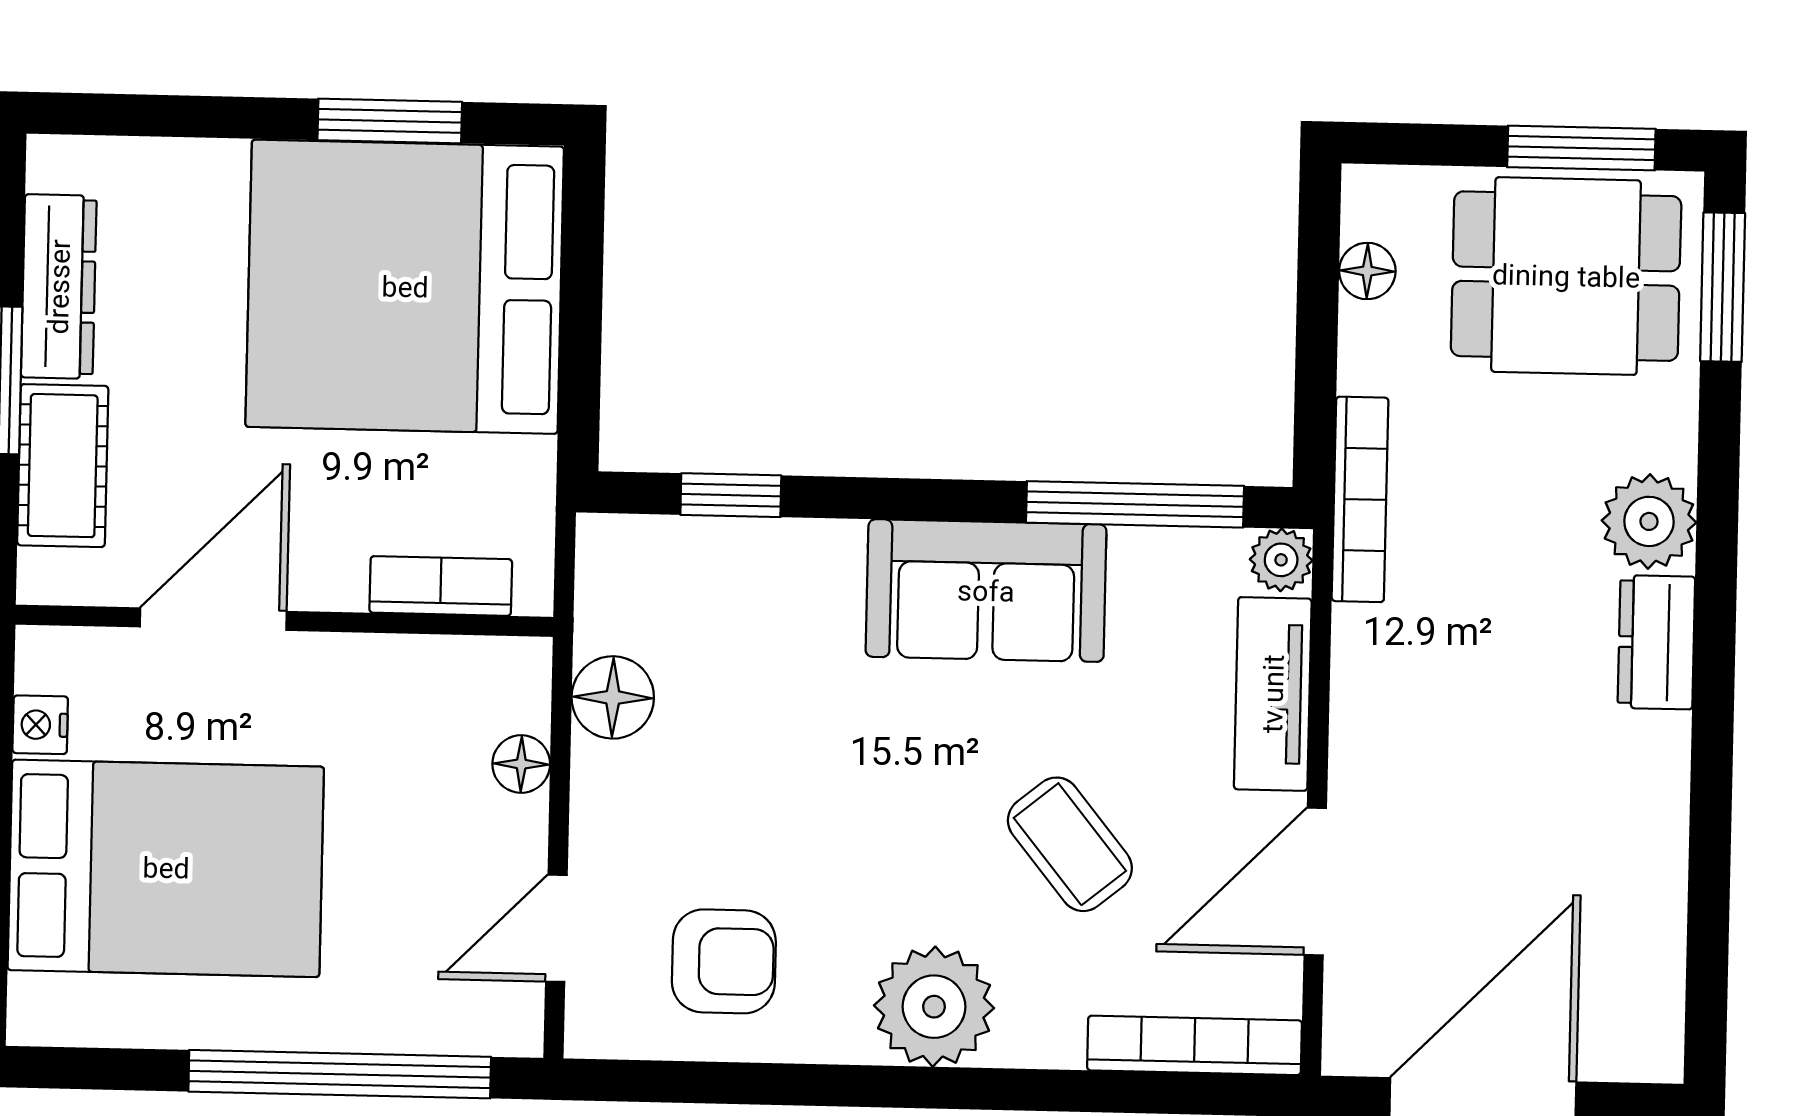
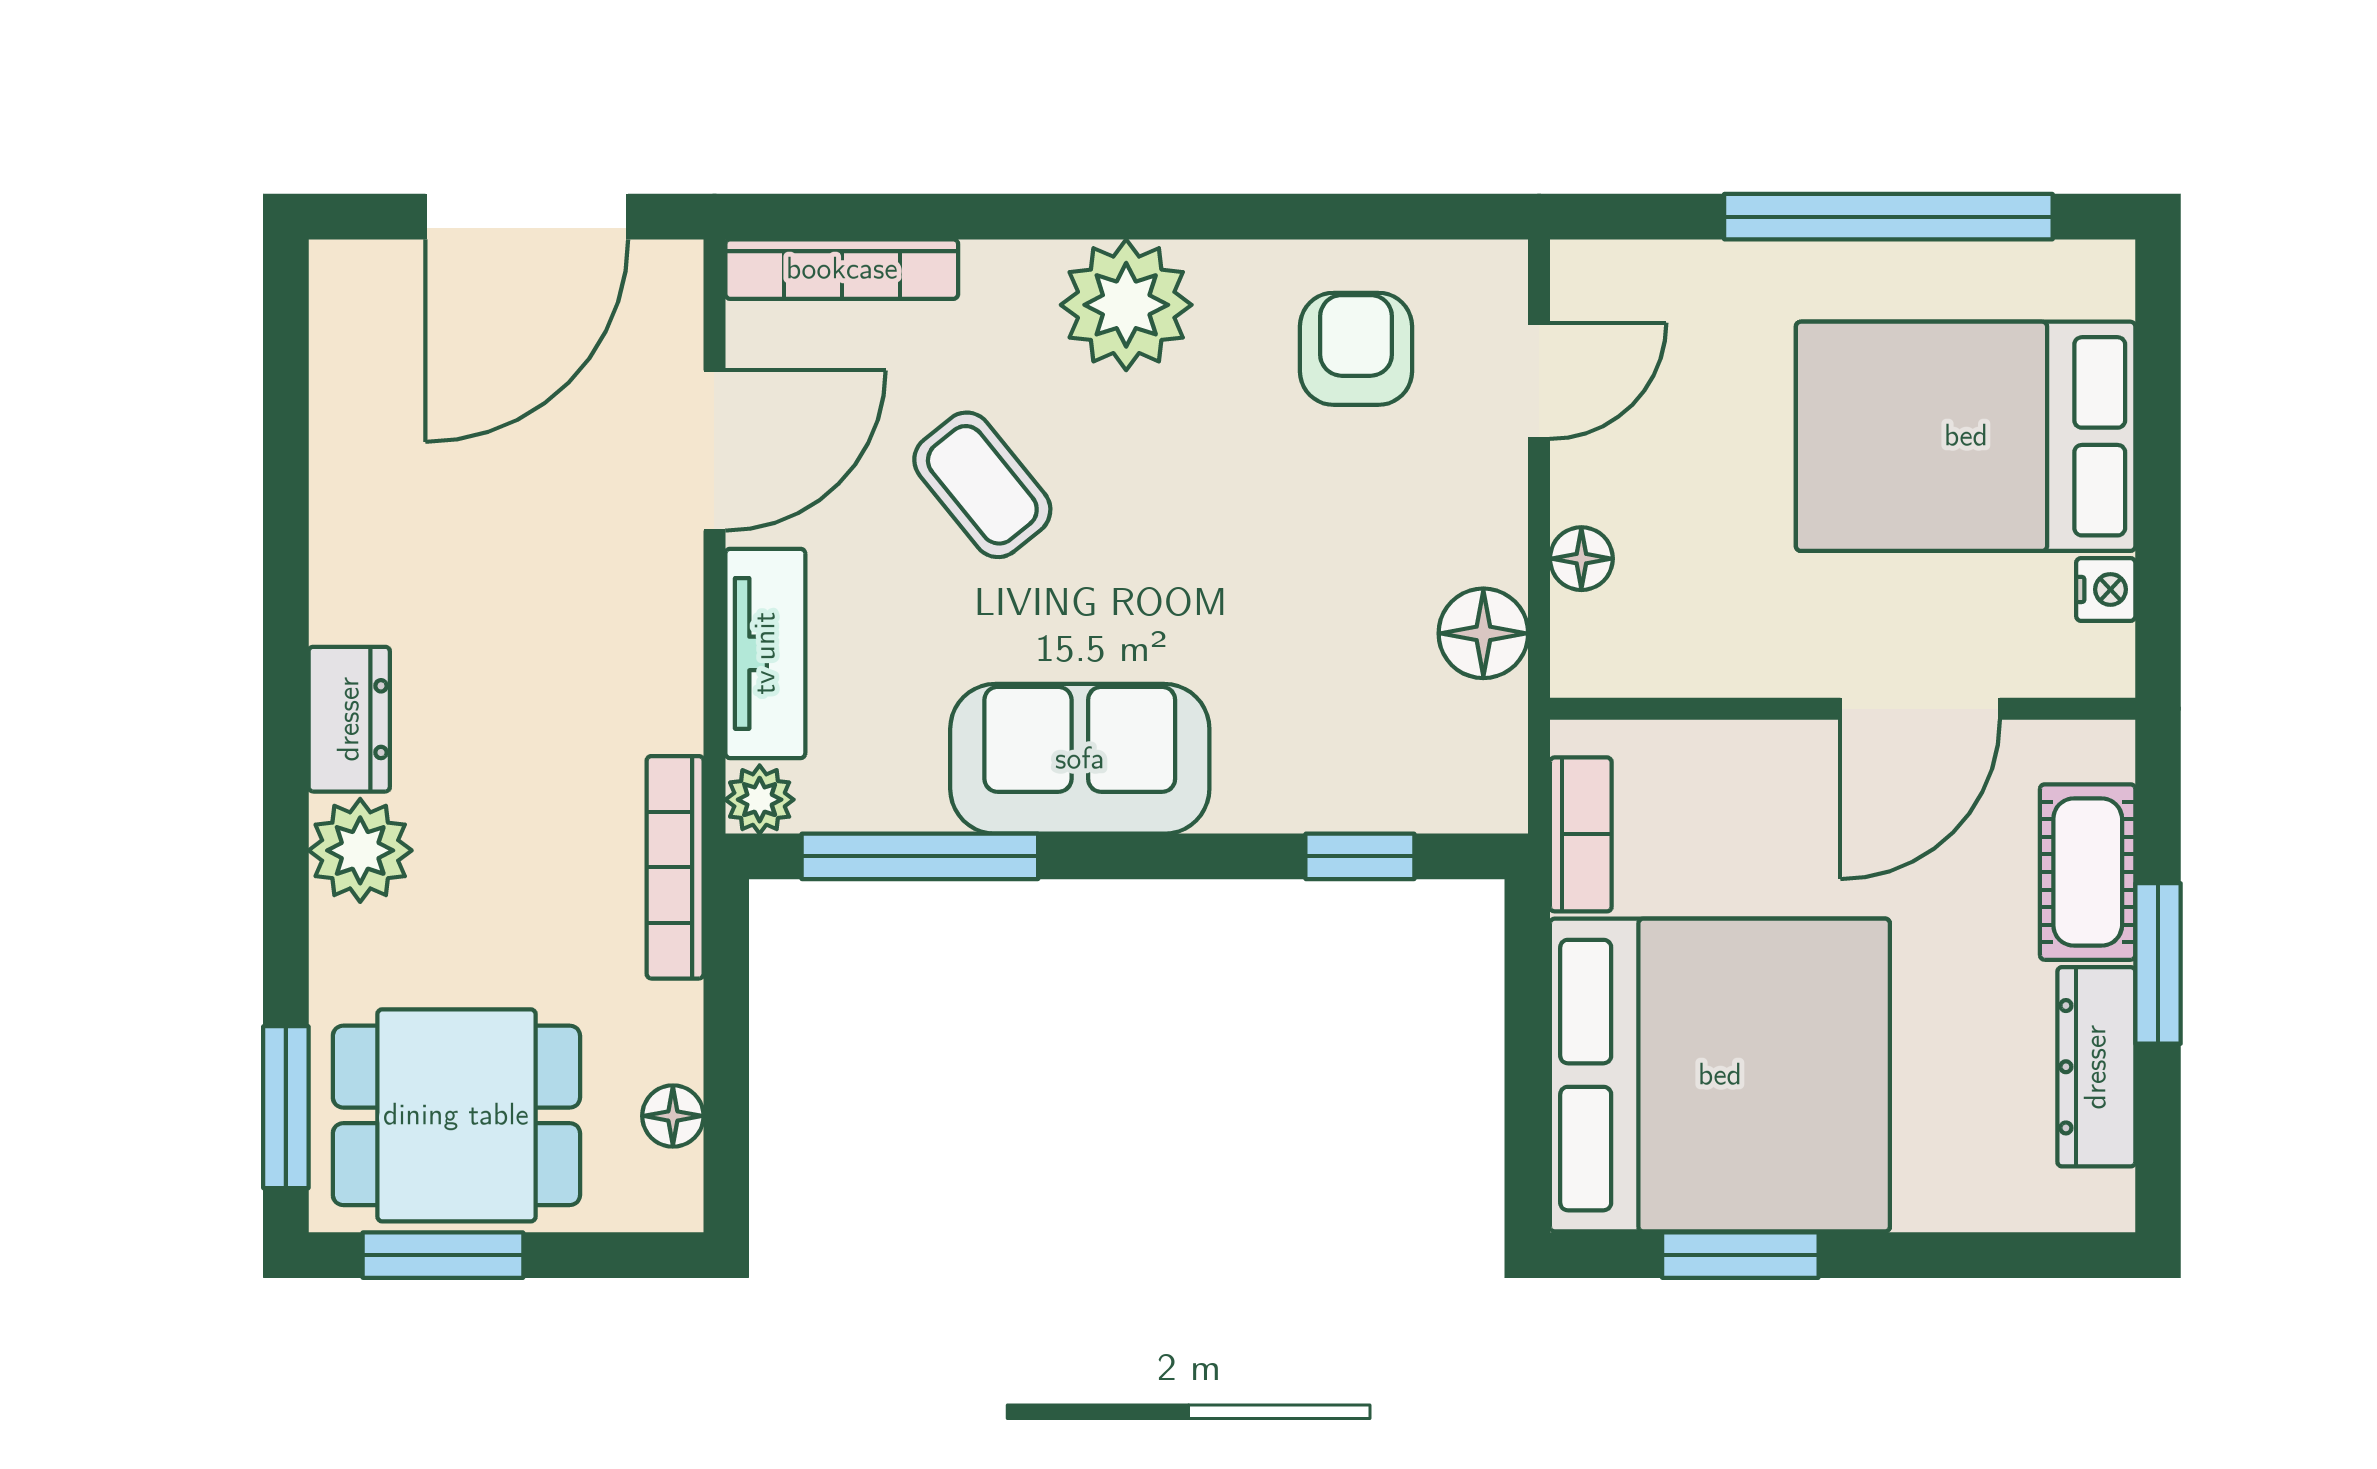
bookcase: (441, 586) -> (1581, 834), moved, turned -90
armchair: (724, 961) -> (1356, 349), turned 90
window: (340, 1074) -> (1888, 217), moved

